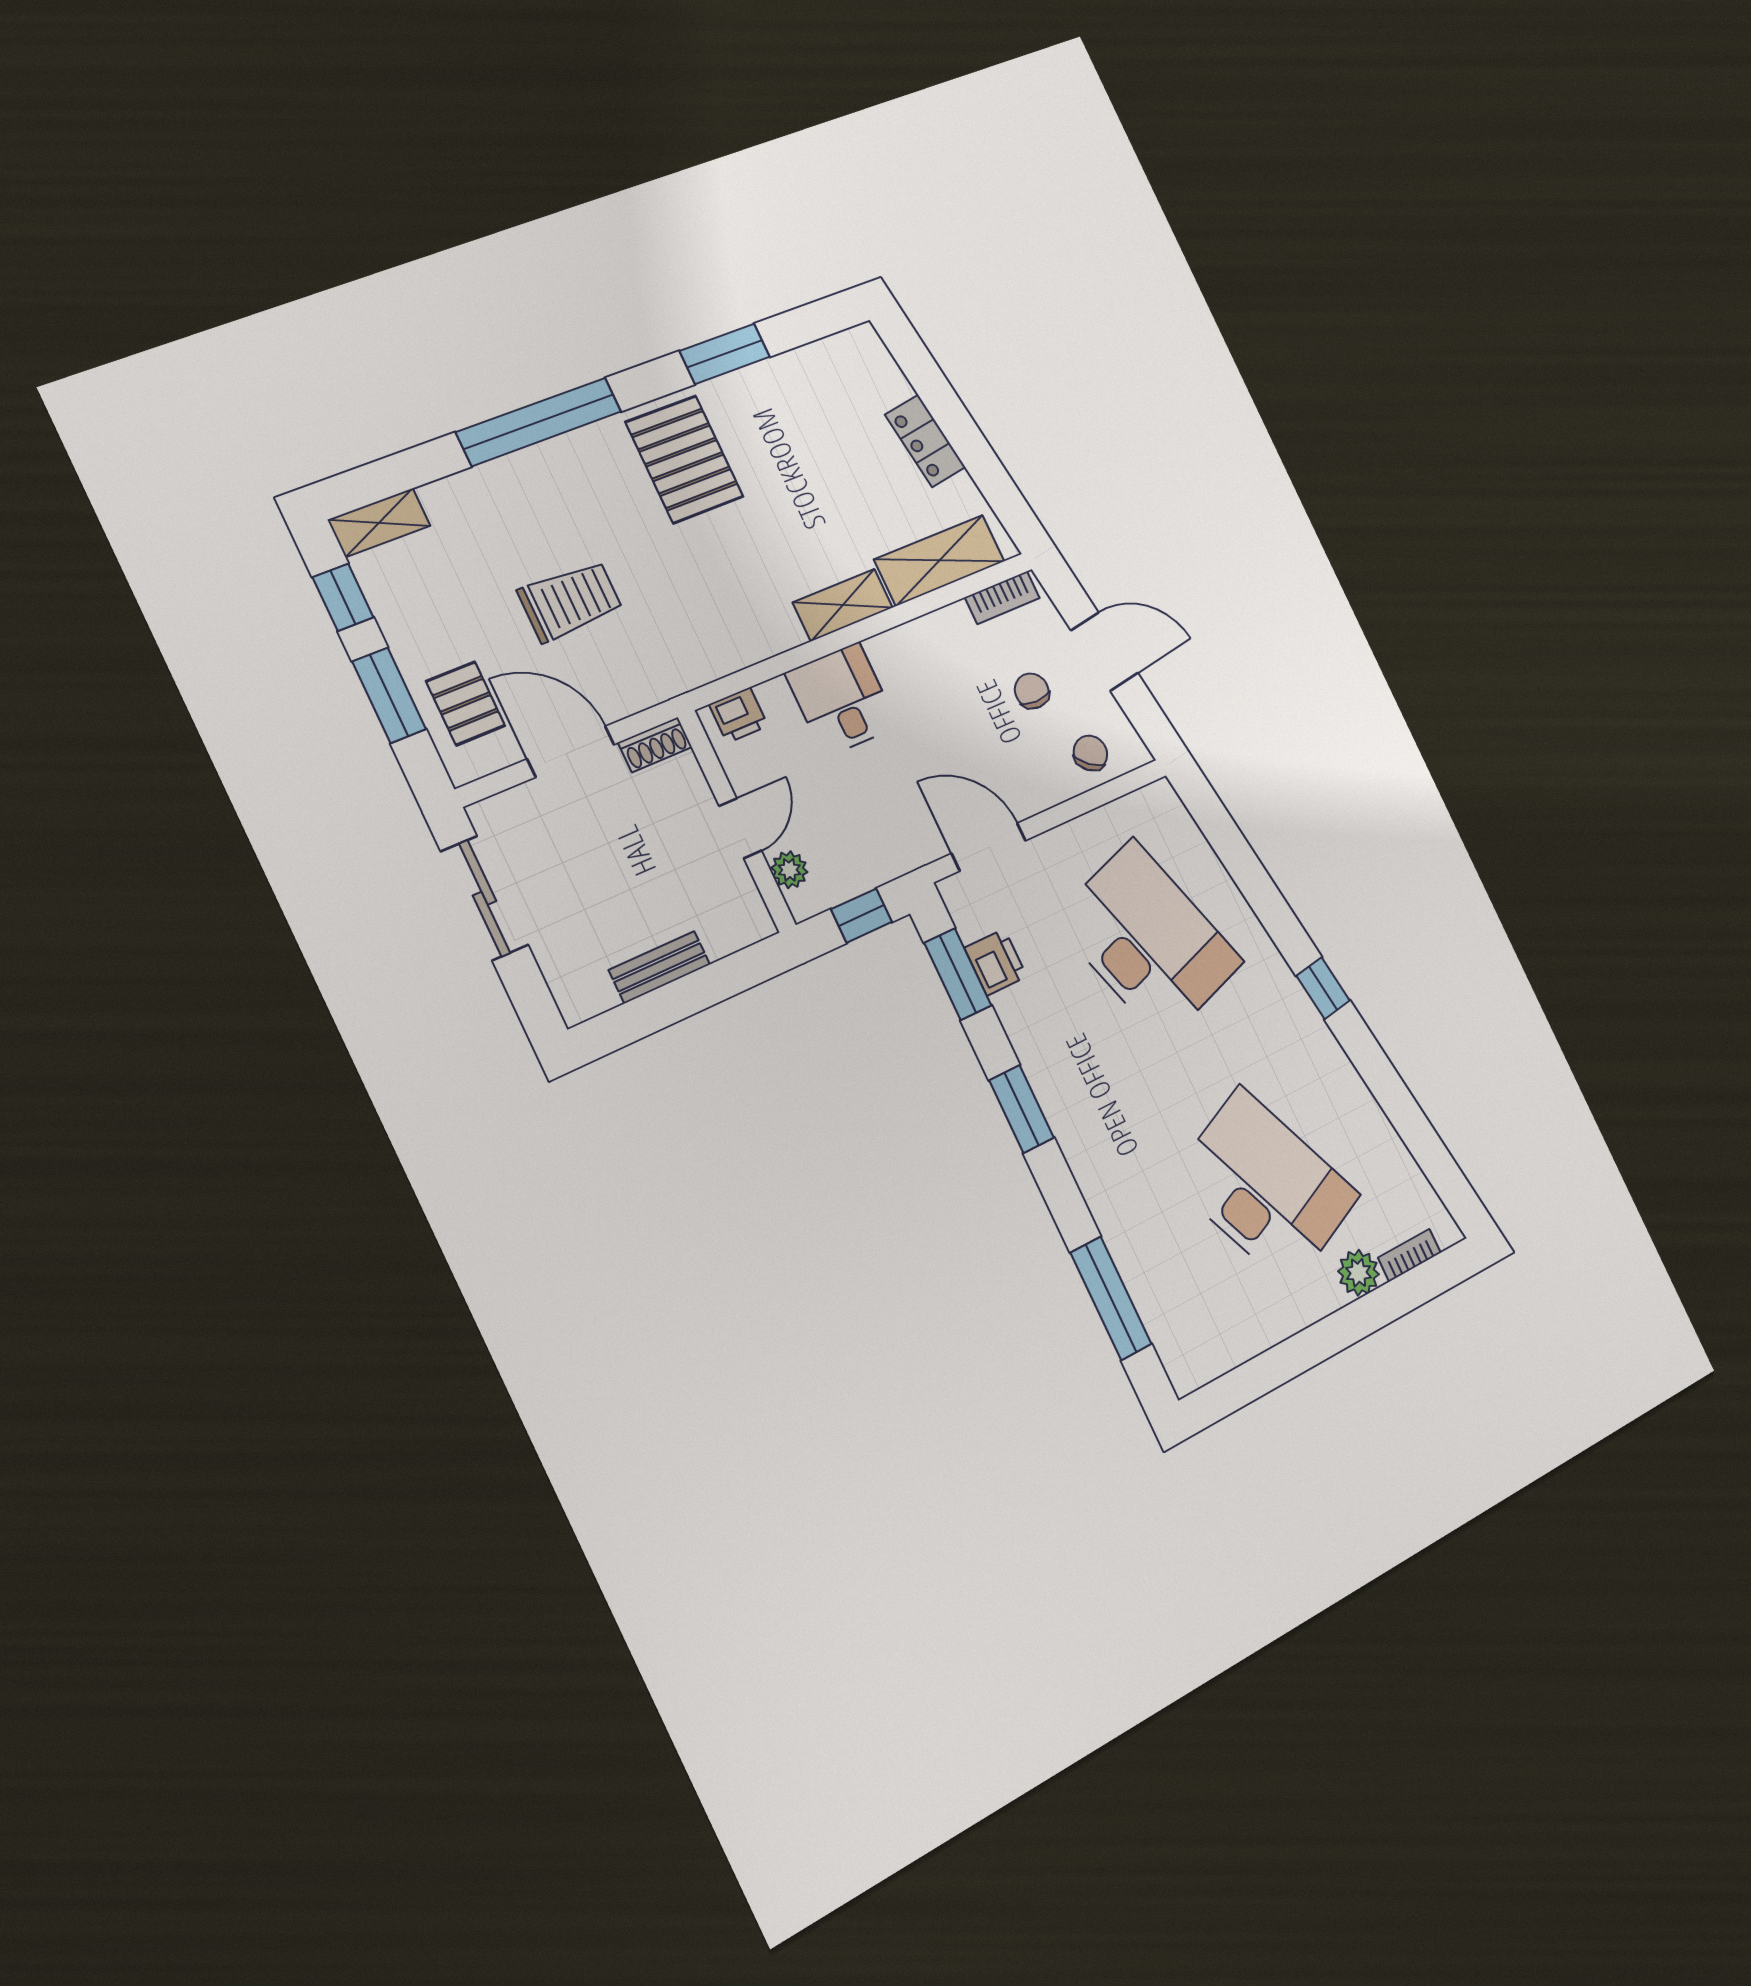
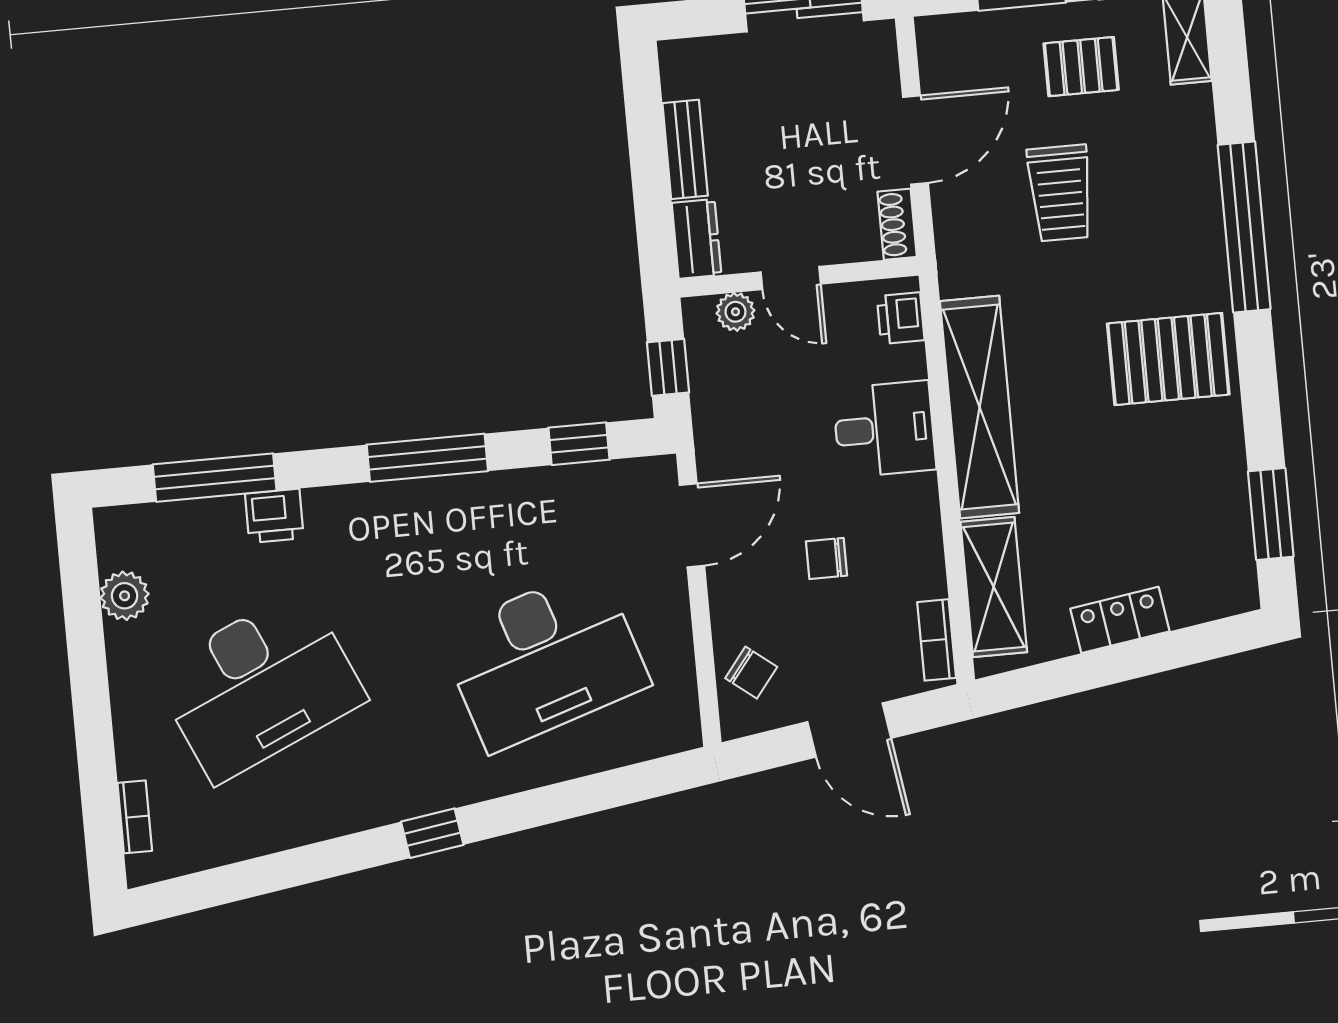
window: (725, 354) -> (1271, 514), moved
shelving: (843, 605) -> (980, 407), width x2.20, depth x1.33
door: (1104, 652) -> (849, 730), hinge flipped
chair: (1032, 691) -> (826, 558), moved, turned 180
pallet: (465, 703) -> (1081, 67), moved
dresser: (737, 928) -> (697, 239), added
printer: (996, 962) -> (274, 516), moved
window: (958, 974) -> (579, 444), width x0.67
window: (1021, 1109) -> (427, 458), width x1.44
plant: (1358, 1273) -> (125, 596), moved

